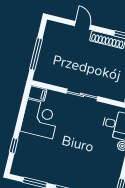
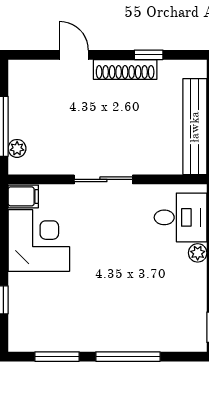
plant: (40, 67) -> (17, 148), added

